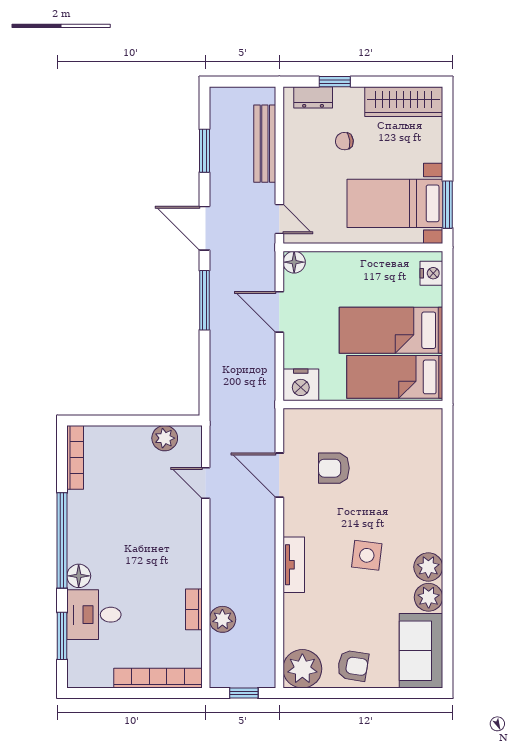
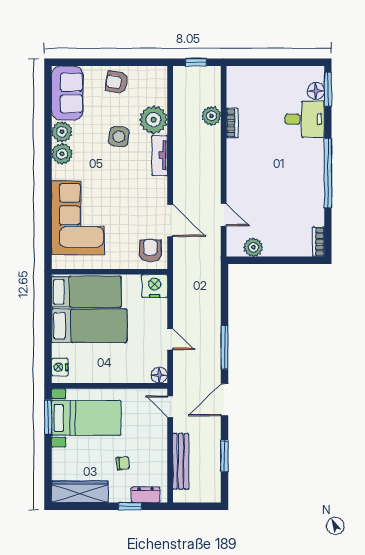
door: (204, 228) -> (225, 400), swing flipped
door: (279, 312) -> (170, 339), width x0.73
bookcase: (75, 457) -> (318, 242), width x0.64
armchair: (334, 468) -> (150, 251), moved, turned -90
corner sofa: (406, 479) -> (78, 218), added
side table: (367, 555) -> (119, 137), moved
floor lamp: (79, 576) -> (316, 91), moved
window: (62, 636) -> (328, 89), moved
plant: (302, 669) -> (153, 120), moved
bookcase: (158, 678) -> (258, 73), removed

